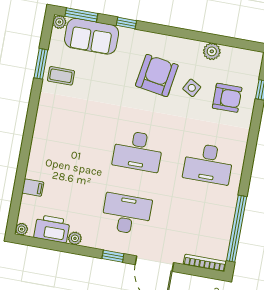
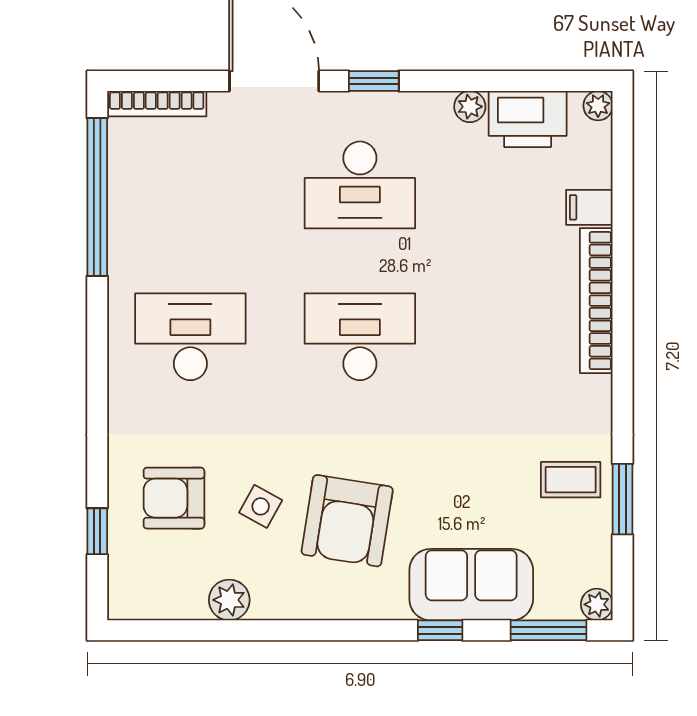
sofa: (92, 36) -> (471, 585), moved
bookcase: (37, 148) -> (596, 301), added

